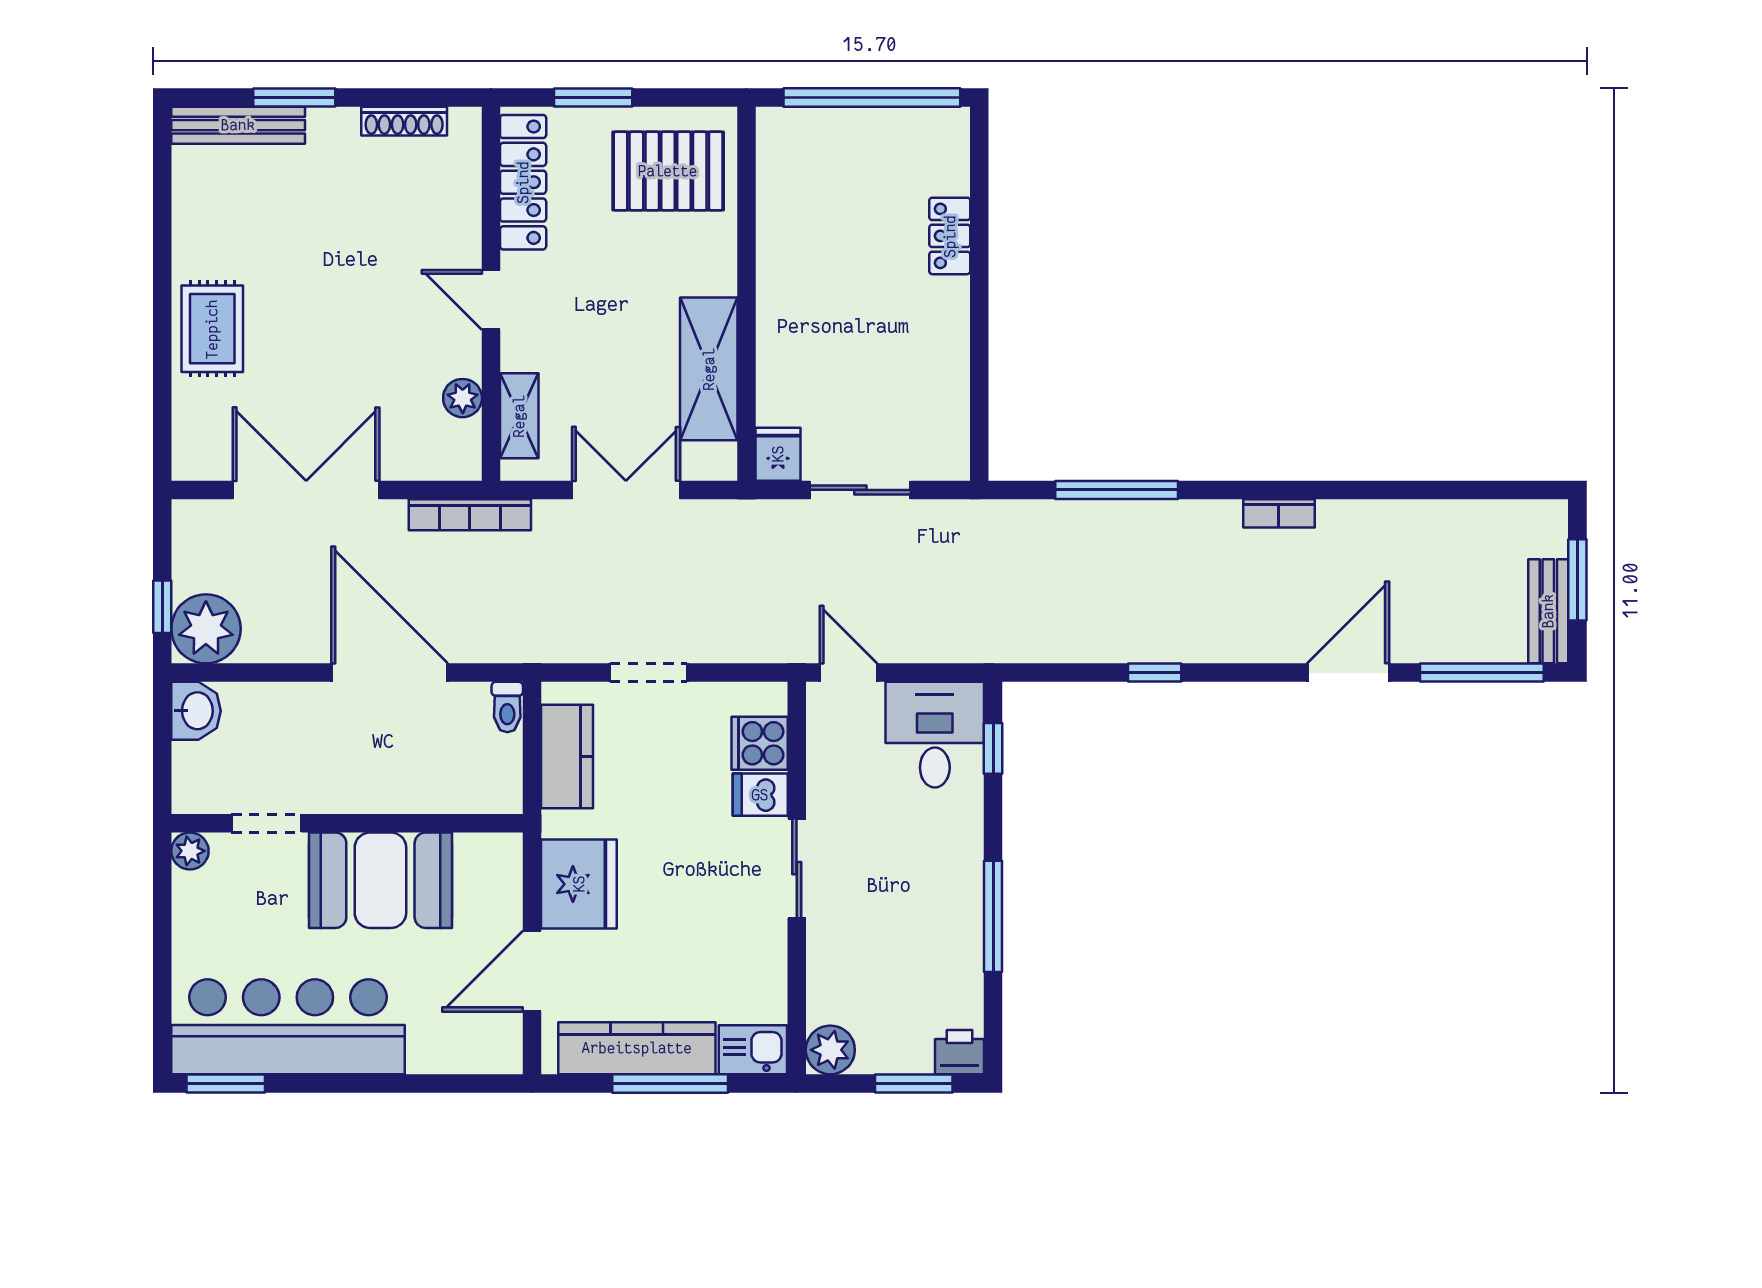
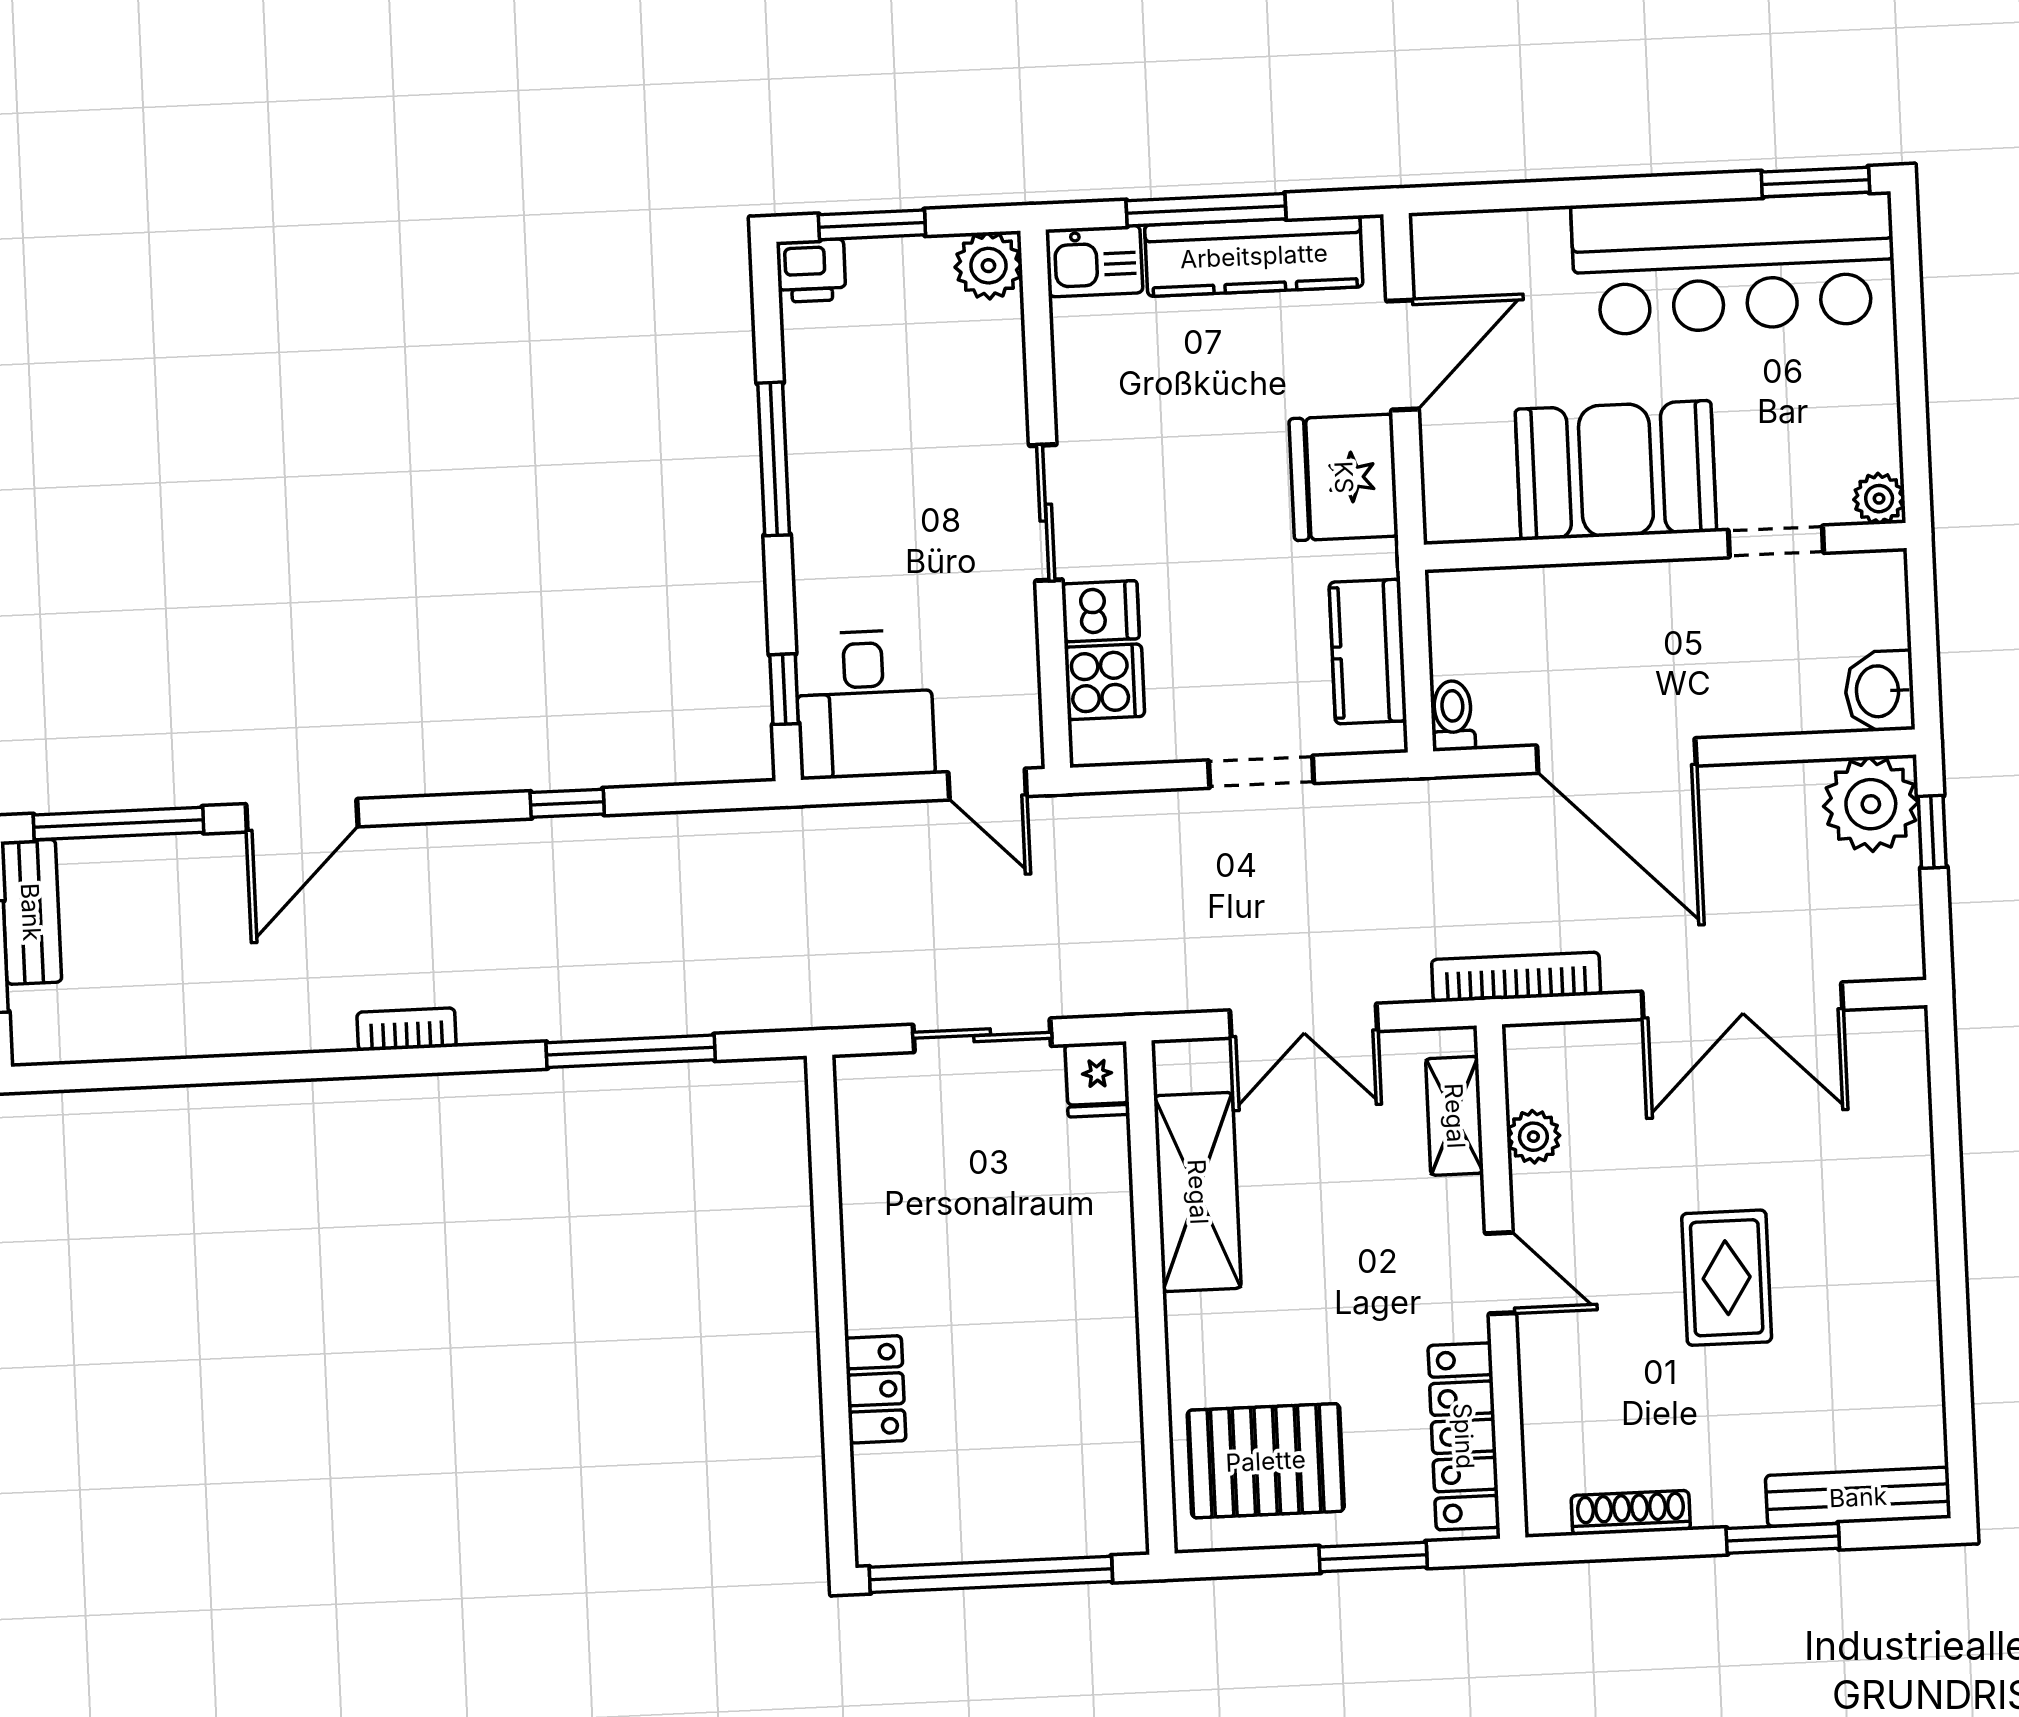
rug: (212, 329) -> (1727, 1278), moved

